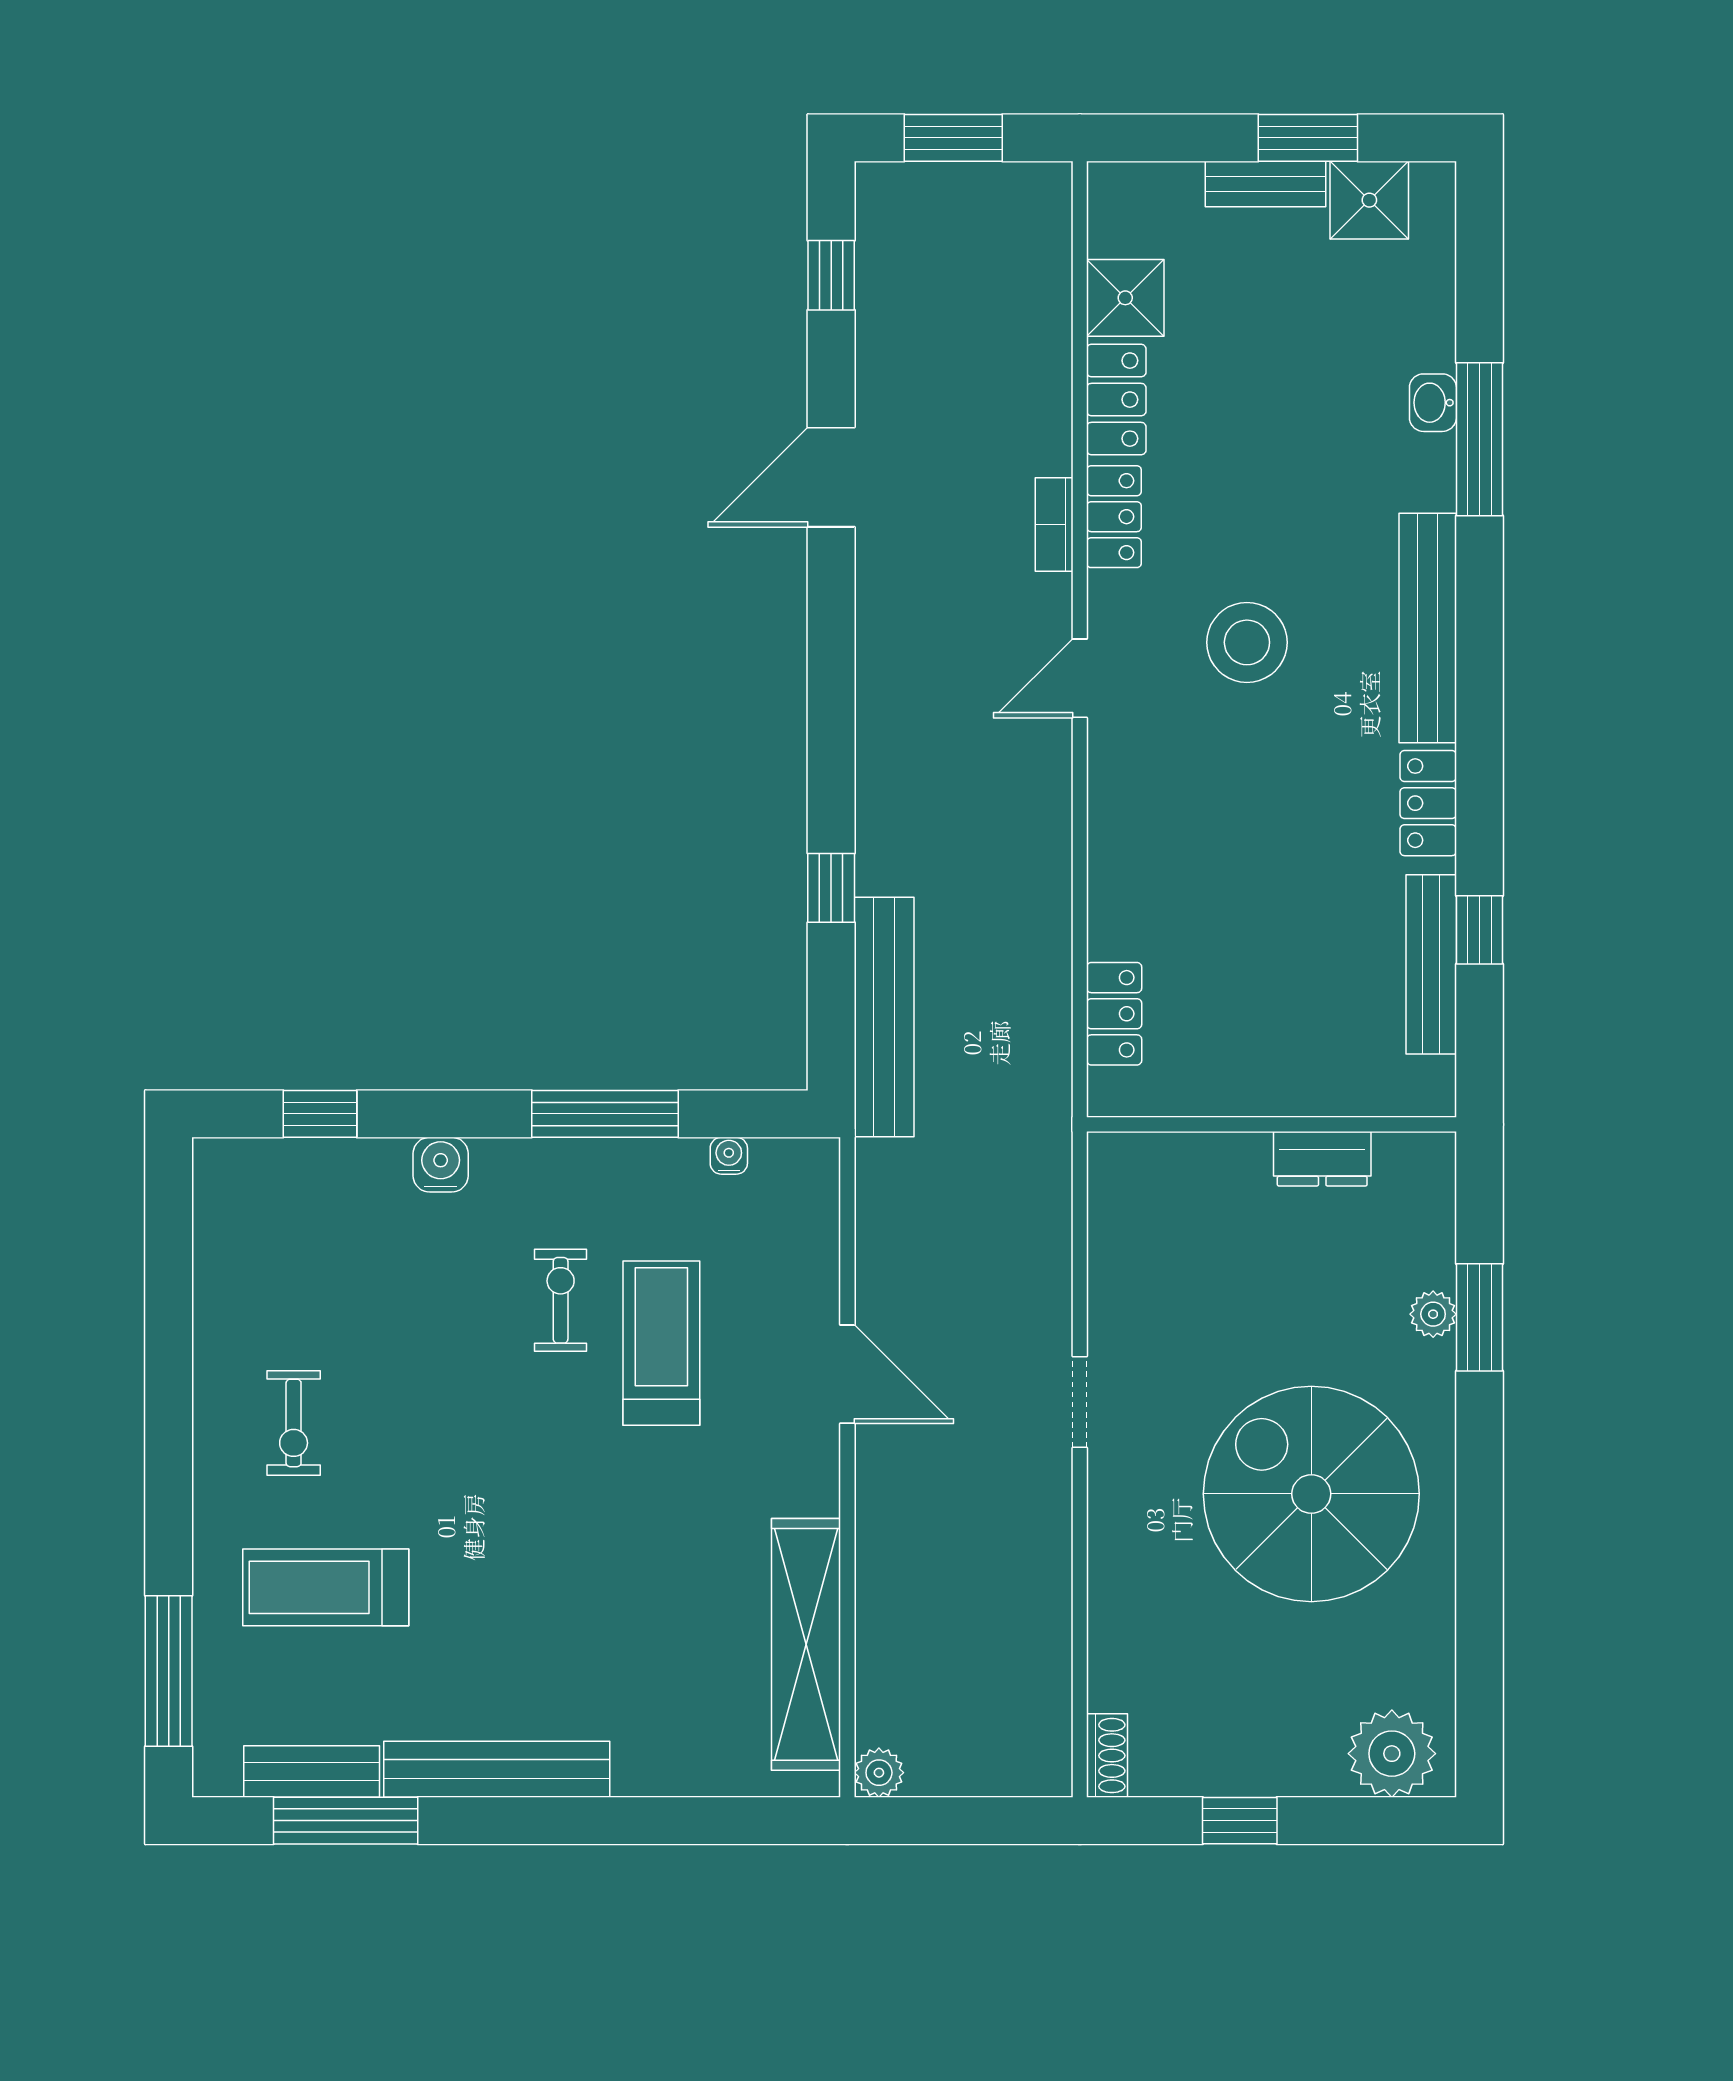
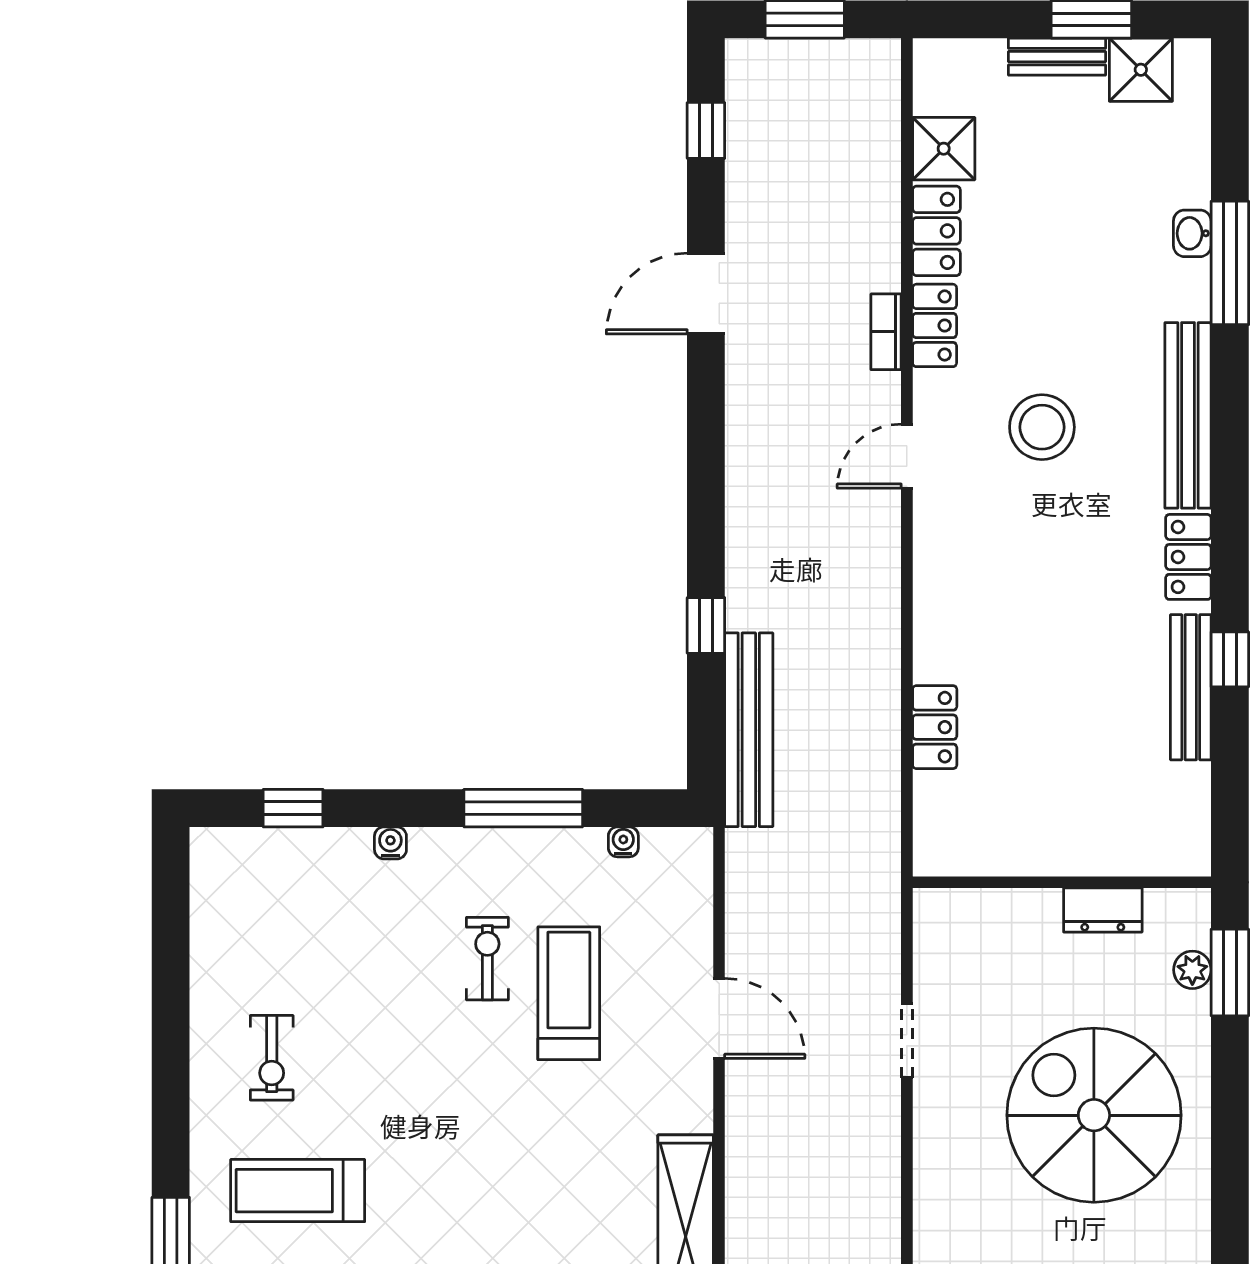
wall: (1271, 1124) -> (1062, 882), moved
dresser: (1322, 1159) -> (1103, 910), moved
water cooler: (441, 1165) -> (390, 843), width x0.72, depth x0.72

